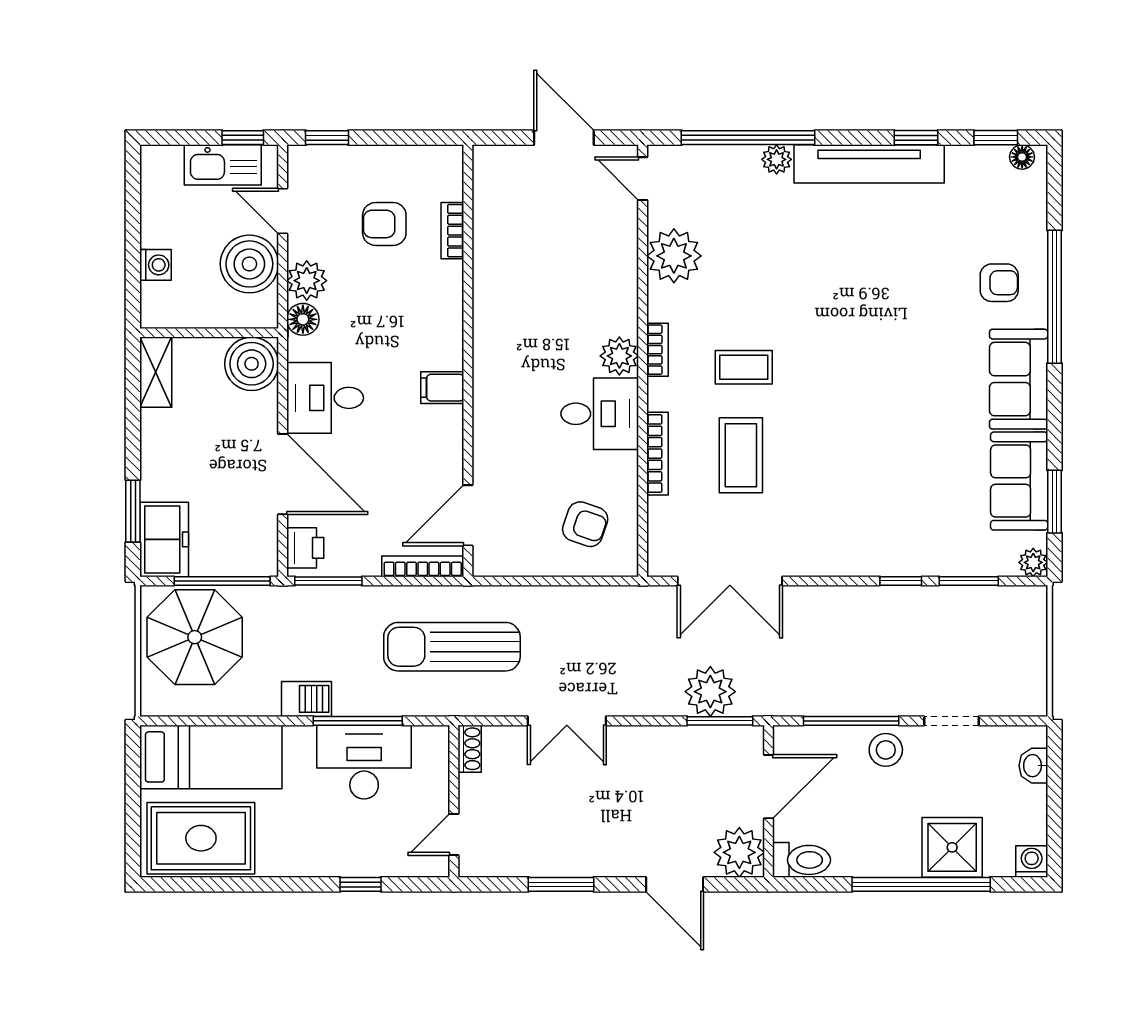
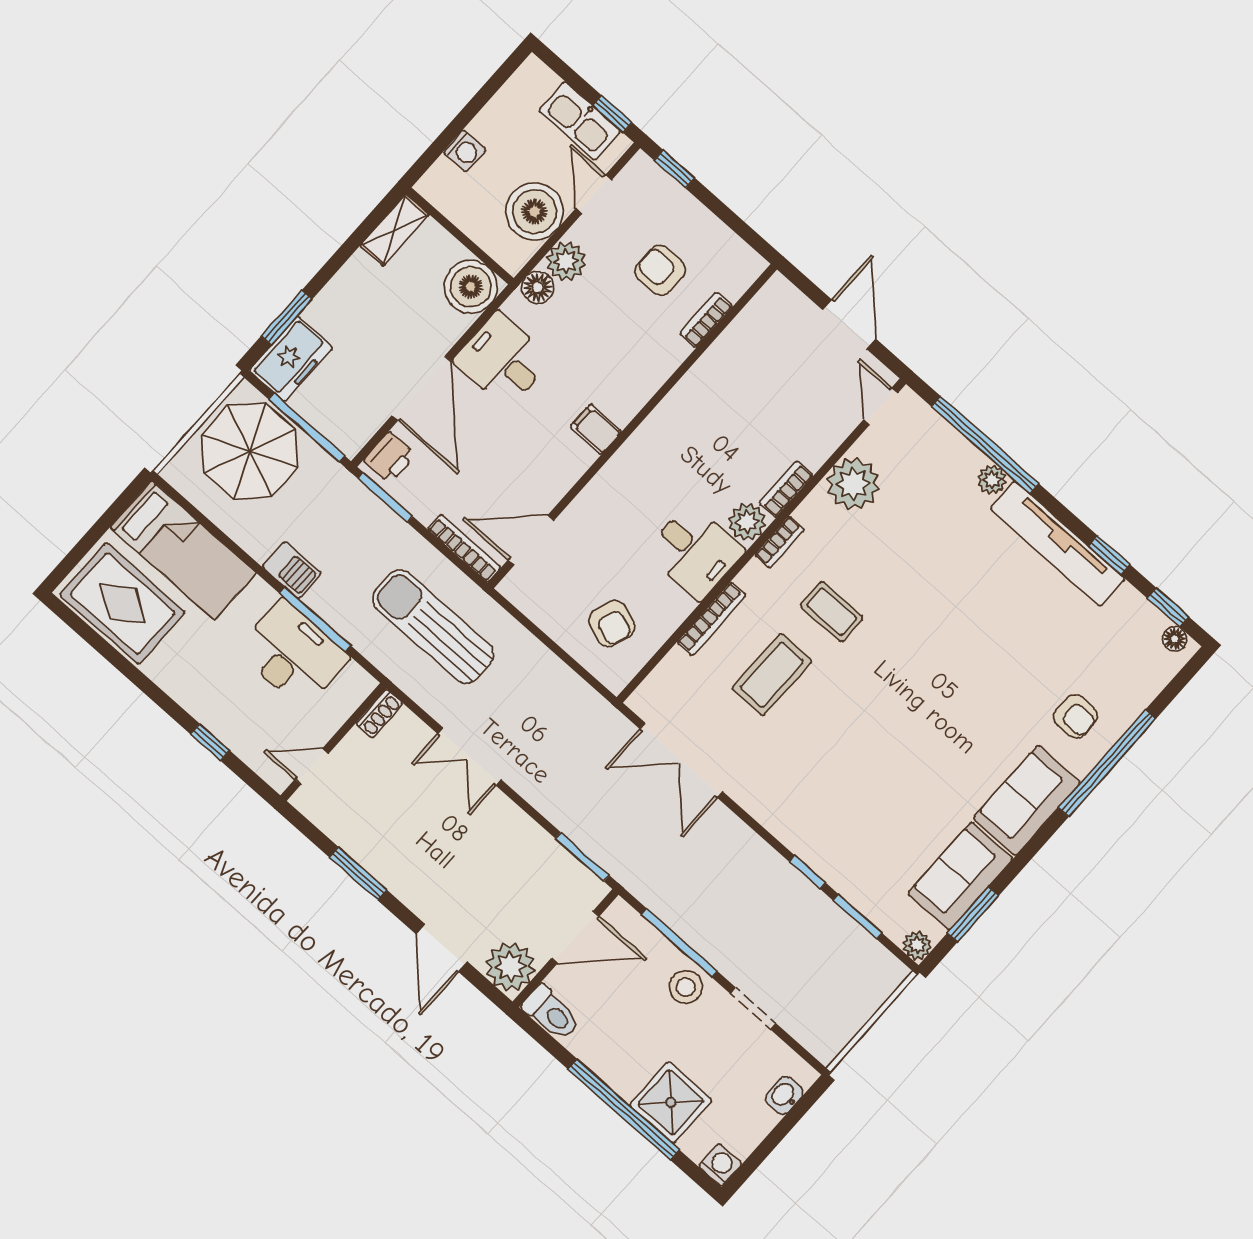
bookcase: (627, 305) -> (786, 489), added
plant: (710, 692) -> (594, 829), removed

